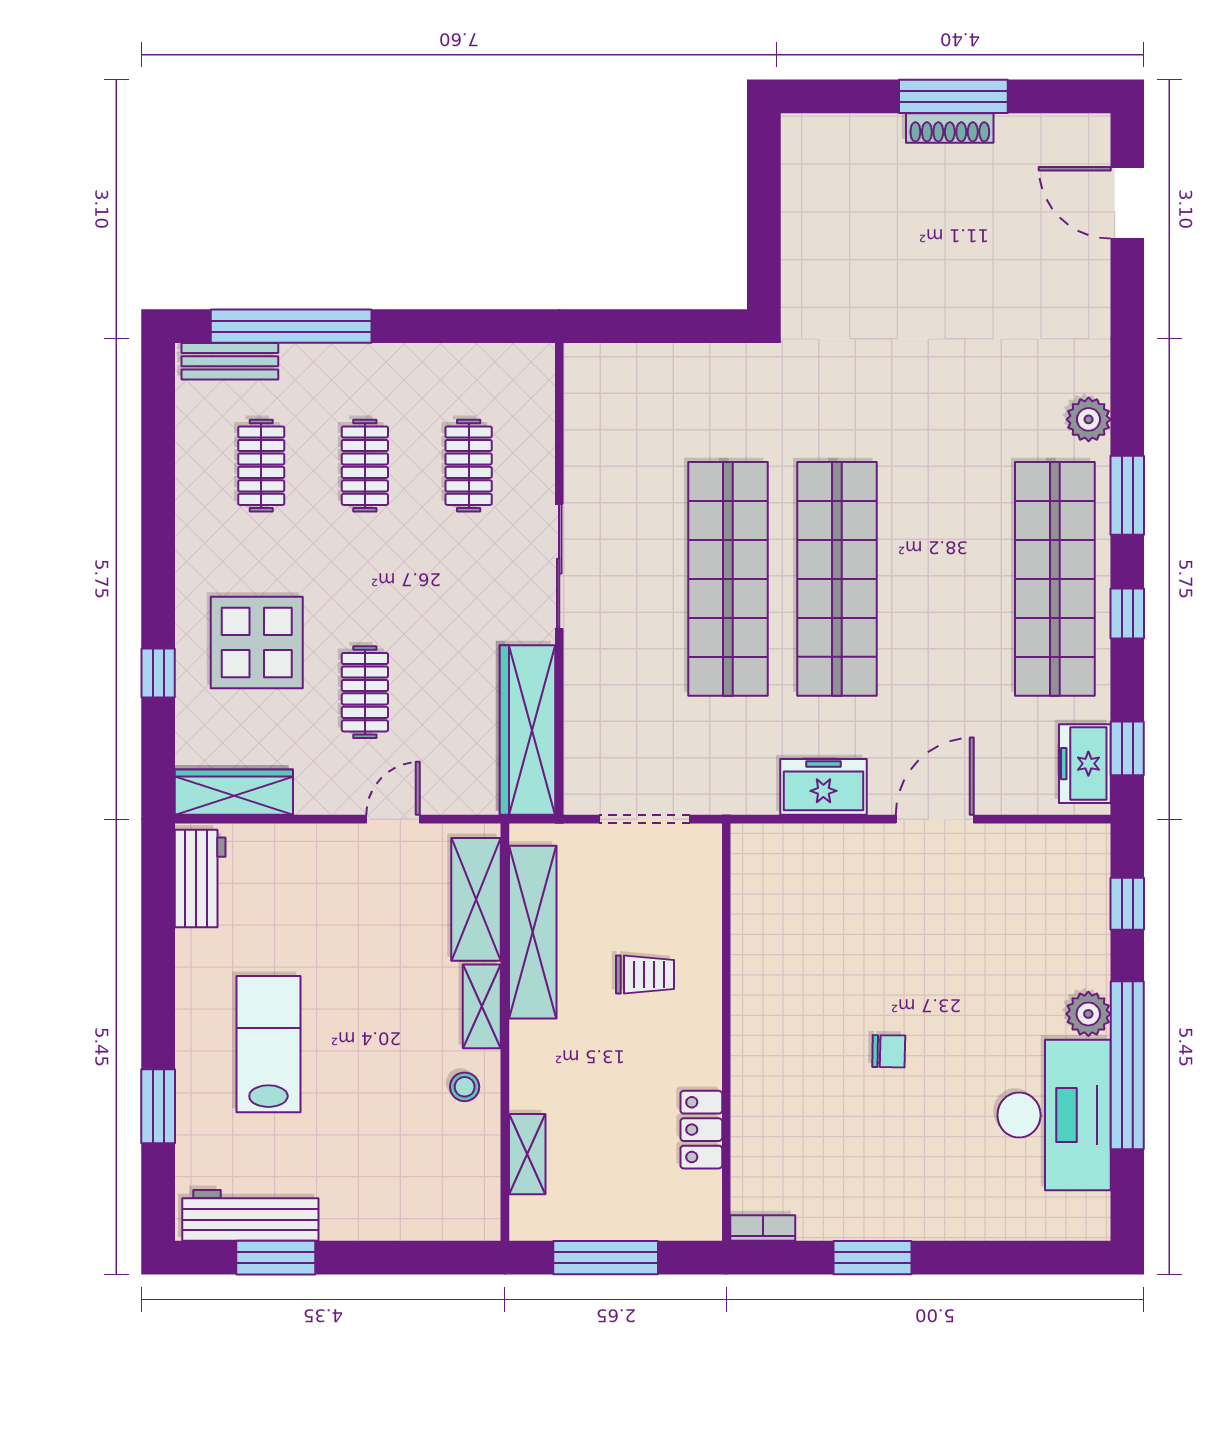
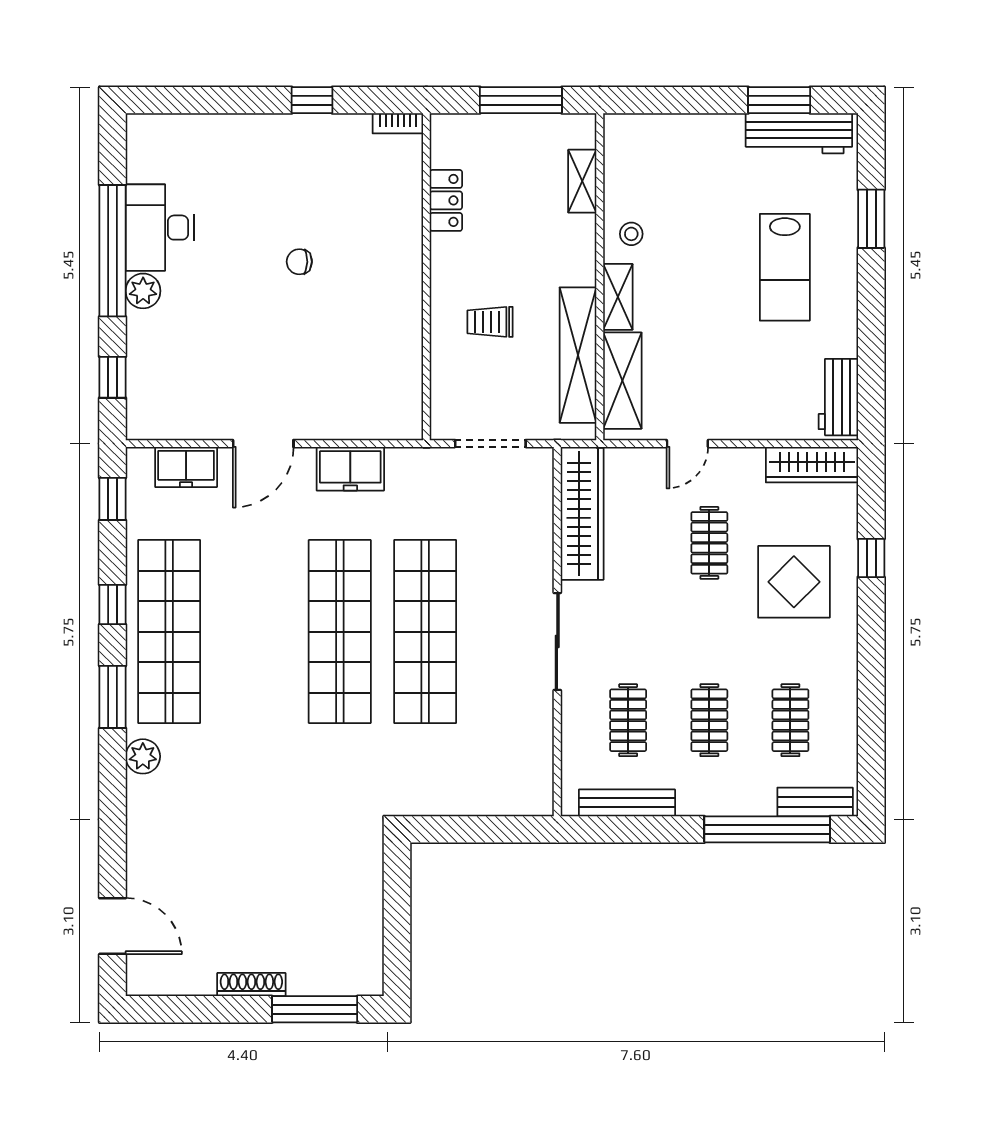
window: (953, 96) -> (315, 1009), moved
bench: (470, 360) -> (627, 803), added
freezer: (1085, 764) -> (186, 467), moved, turned 90
desk: (1054, 1115) -> (160, 228), width x0.73, depth x0.77
window: (872, 1258) -> (312, 100), width x0.67

